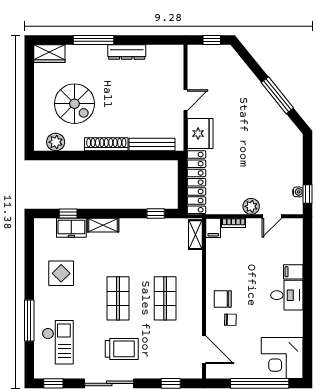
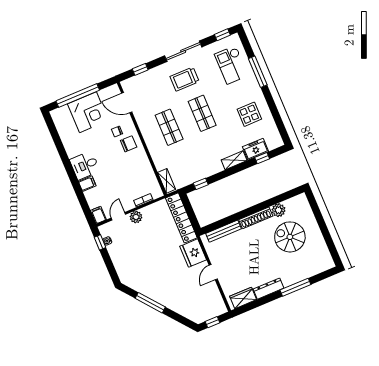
wardrobe: (49, 54) -> (243, 298), moved
plant: (56, 142) -> (279, 210), moved
filing cabinet: (213, 228) -> (98, 215), moved
corner desk: (282, 358) -> (88, 112), moved, turned 90

